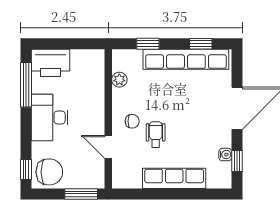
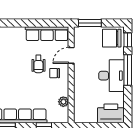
window: (26, 85) -> (128, 70), moved
door: (108, 147) -> (71, 55), swing flipped
row of seats: (174, 178) -> (47, 34), moved

